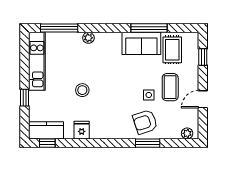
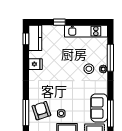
window: (59, 28) -> (110, 58), moved
stool: (82, 90) -> (89, 69), moved
window: (148, 143) -> (26, 113), width x1.44

